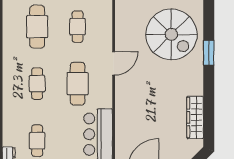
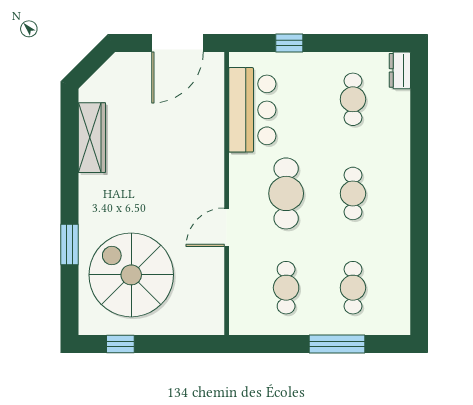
cafe table: (37, 27) -> (353, 288), width x0.73, depth x0.74

